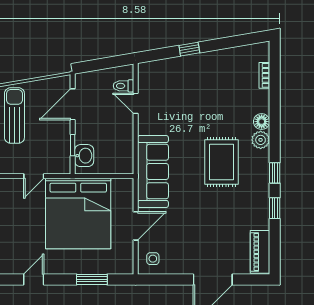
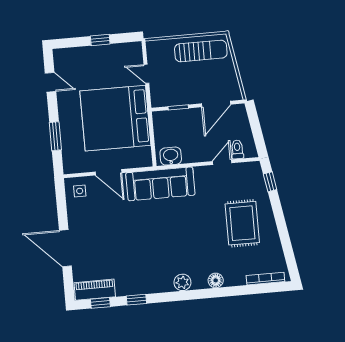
window: (189, 49) -> (270, 182), moved
bookcase: (264, 75) -> (265, 279), width x1.56
door: (73, 104) -> (216, 104), swing flipped
plant: (261, 140) -> (182, 282), moved
washbasin: (84, 156) -> (171, 156), moved, turned 180
rug: (221, 162) -> (242, 223), moved, turned 90
window: (275, 173) -> (100, 303), moved

